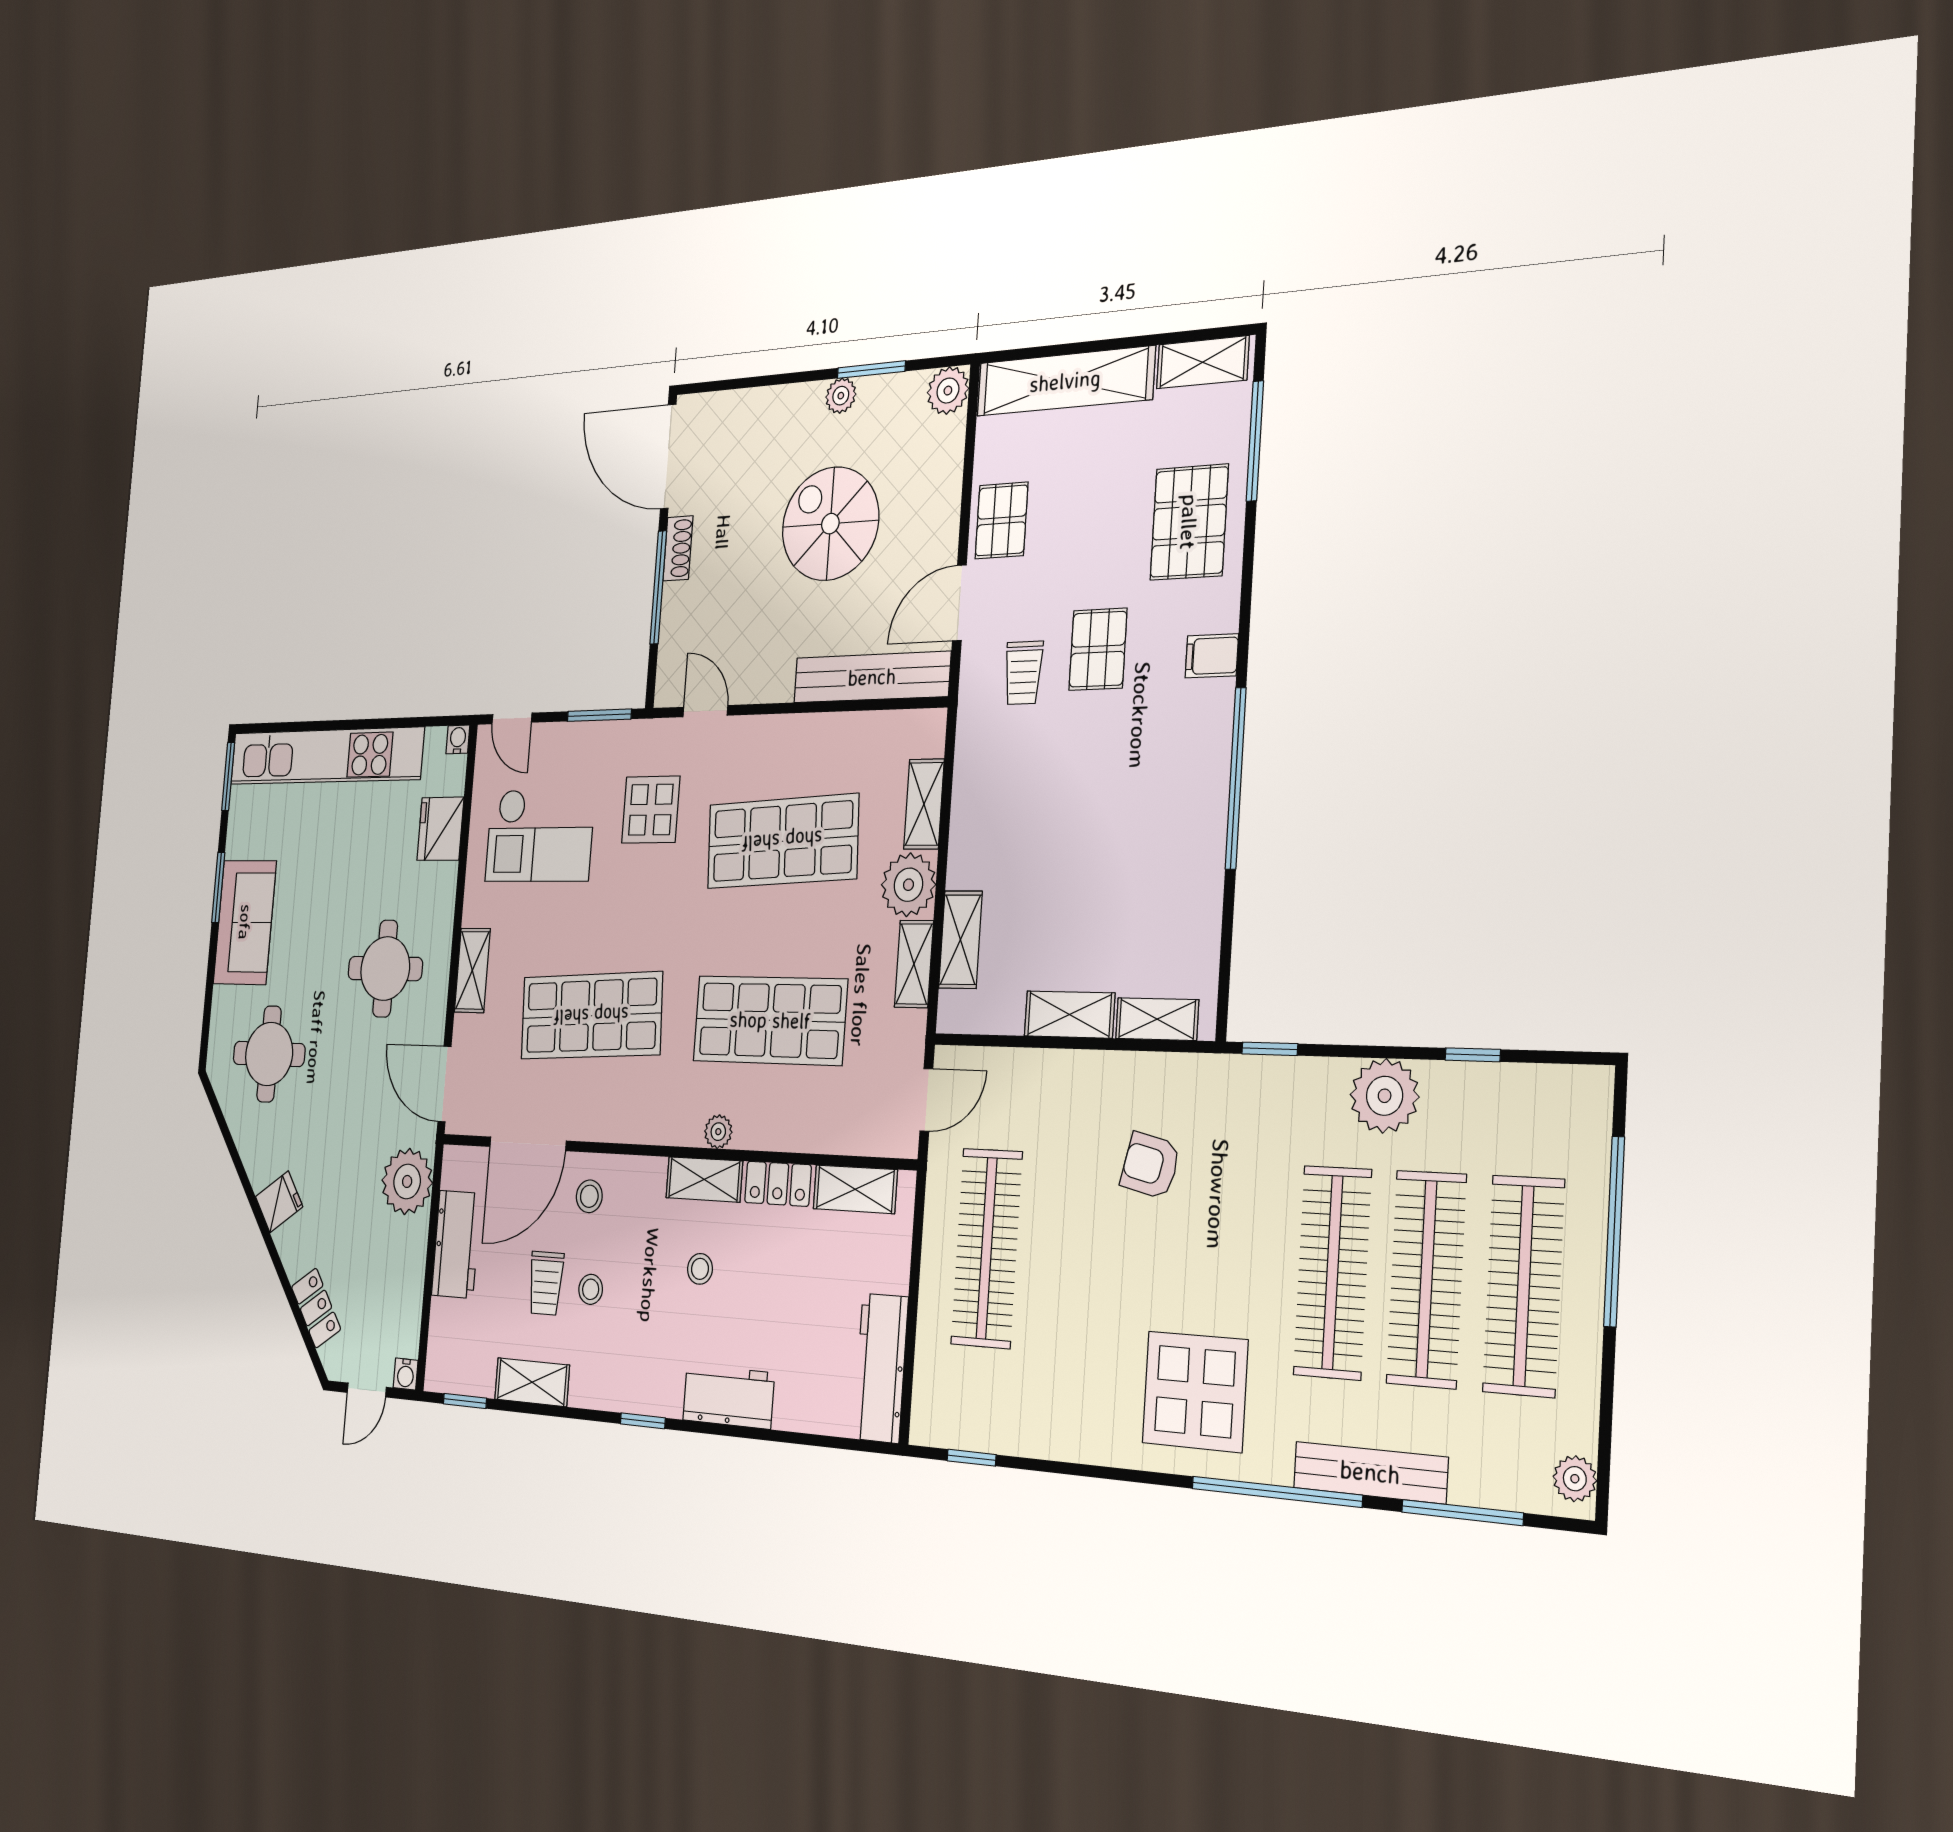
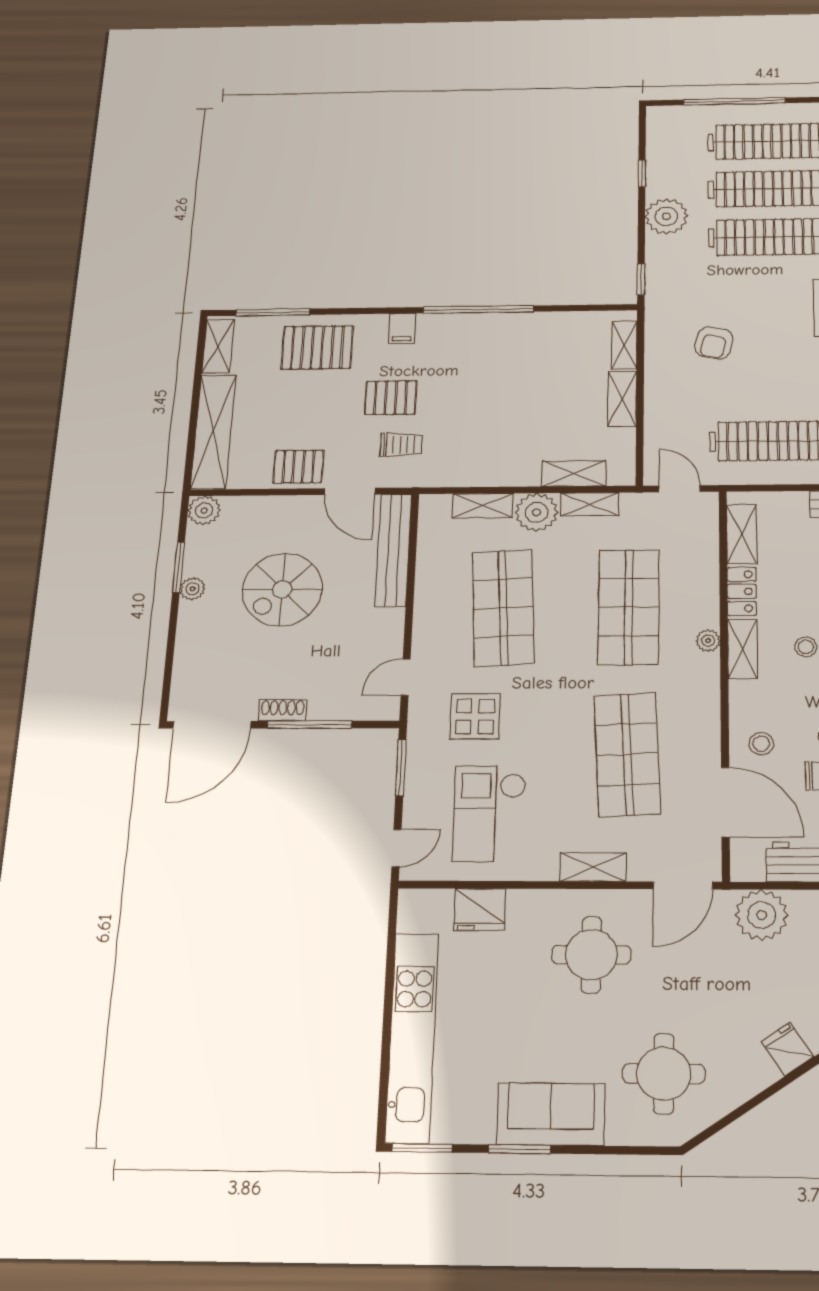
water cooler: (458, 739) -> (409, 899), removed
checkout: (540, 835) -> (489, 813), turned 180

